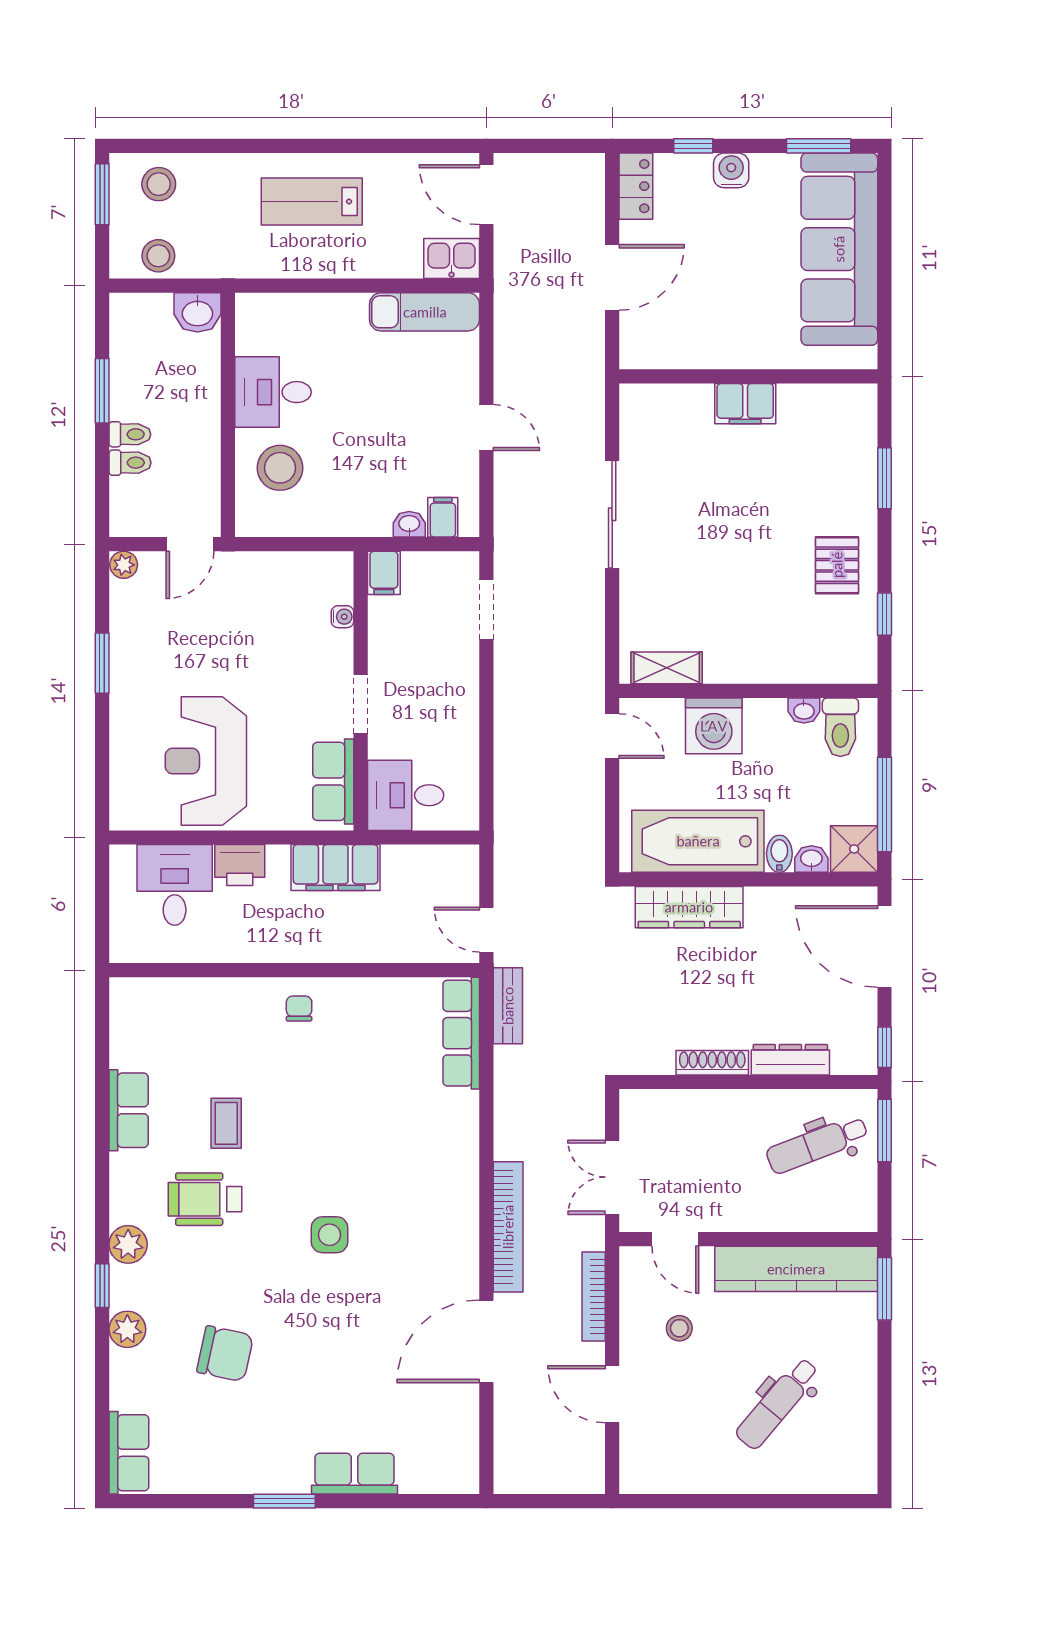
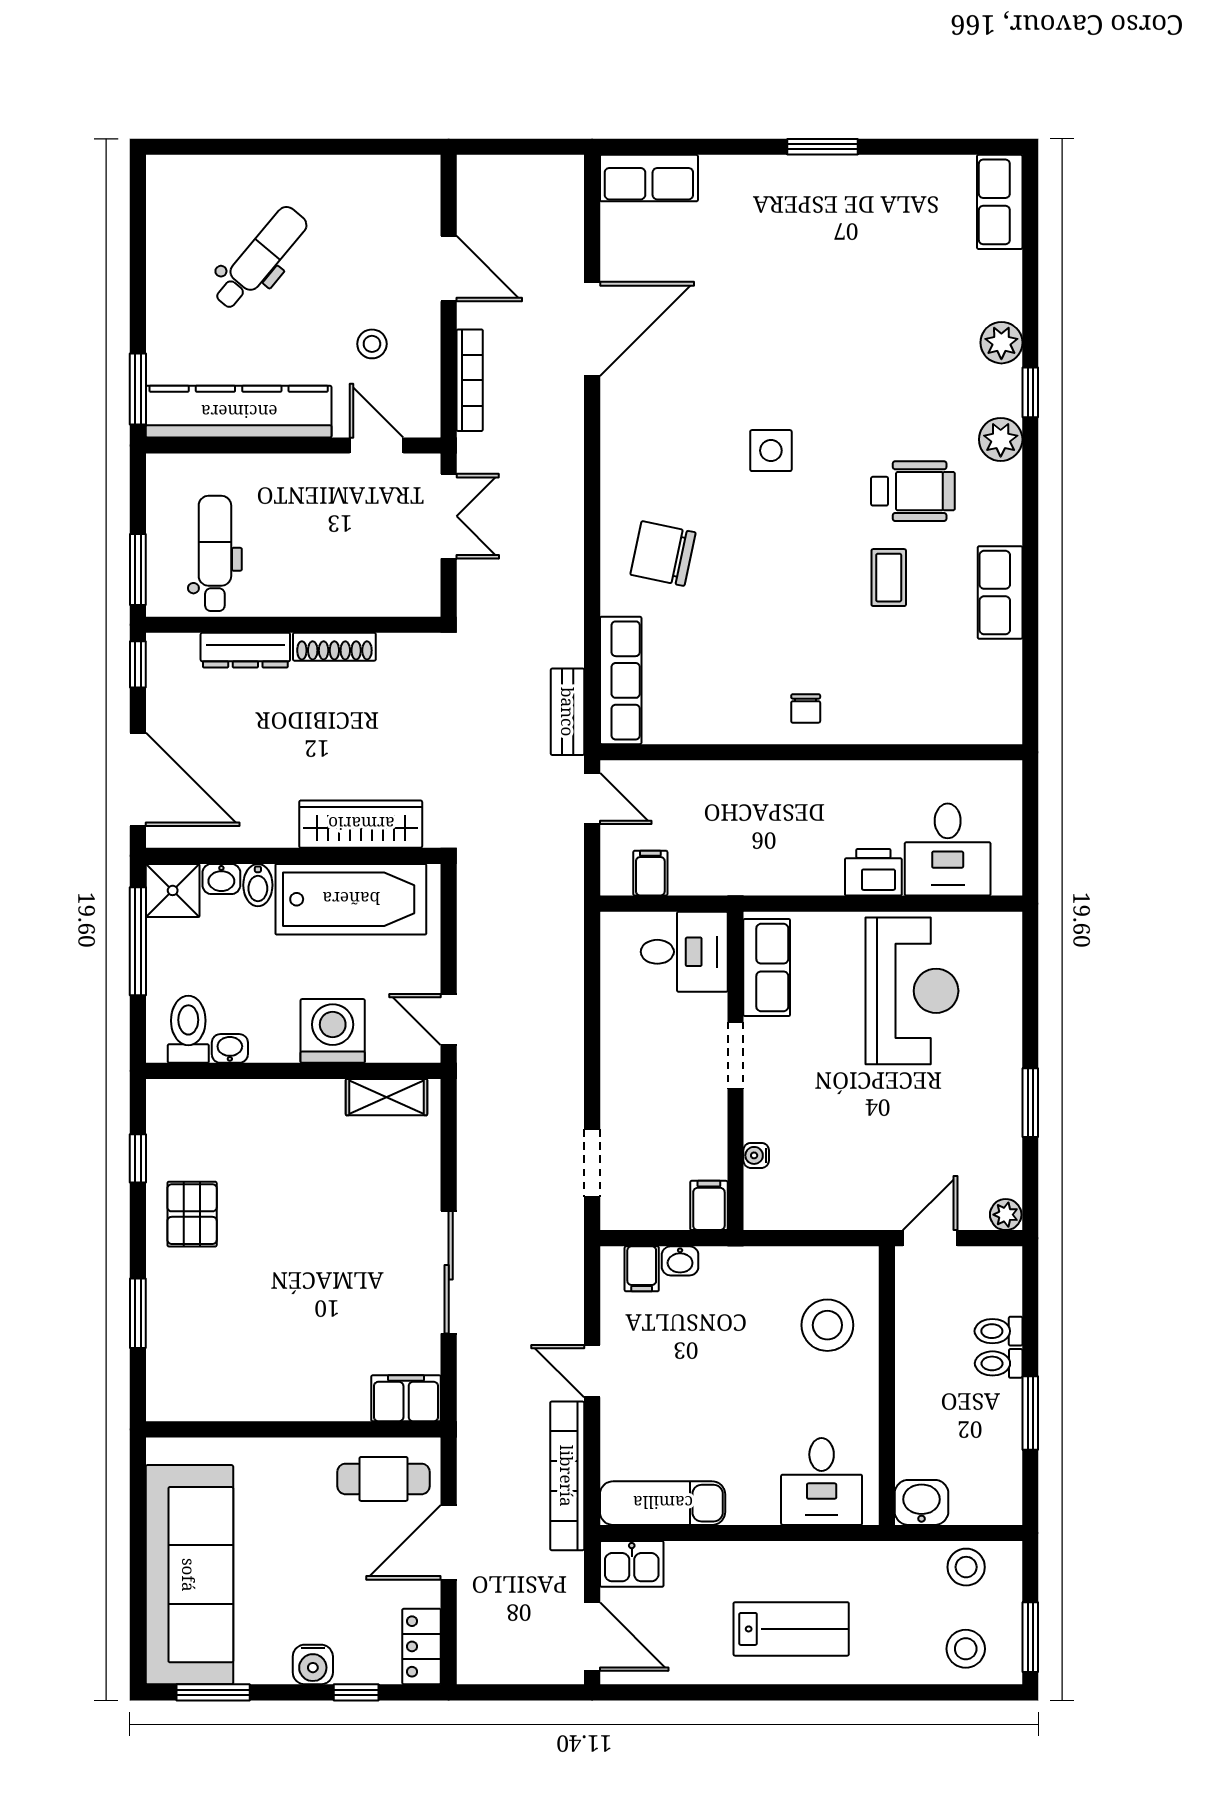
cafe table: (669, 333) -> (383, 1479), added
desk: (273, 392) -> (822, 1481), moved, turned 90
filing cabinet: (745, 404) -> (406, 1398), moved
filing cabinet: (336, 868) -> (650, 873), moved, width x0.33, depth x0.86
dental chair: (817, 1144) -> (215, 553), turned -69
bookcase: (508, 1227) -> (567, 1476), moved
chair: (225, 1354) -> (663, 554), moved
row of seats: (354, 1474) -> (649, 178), moved

